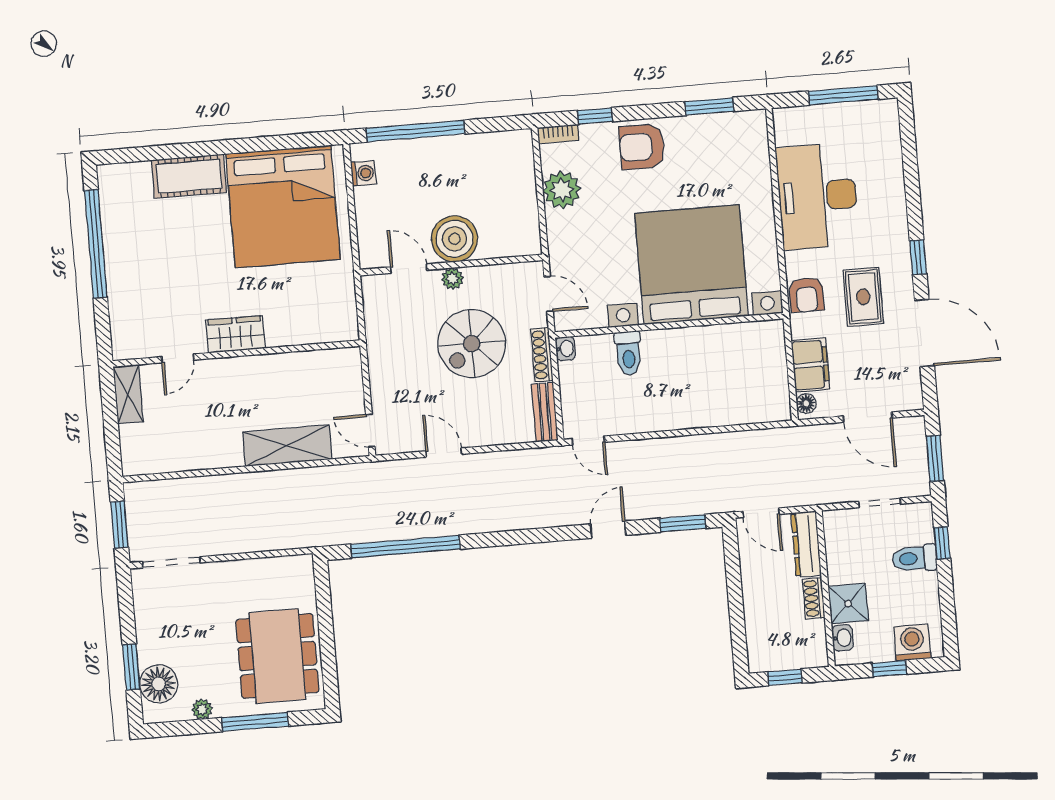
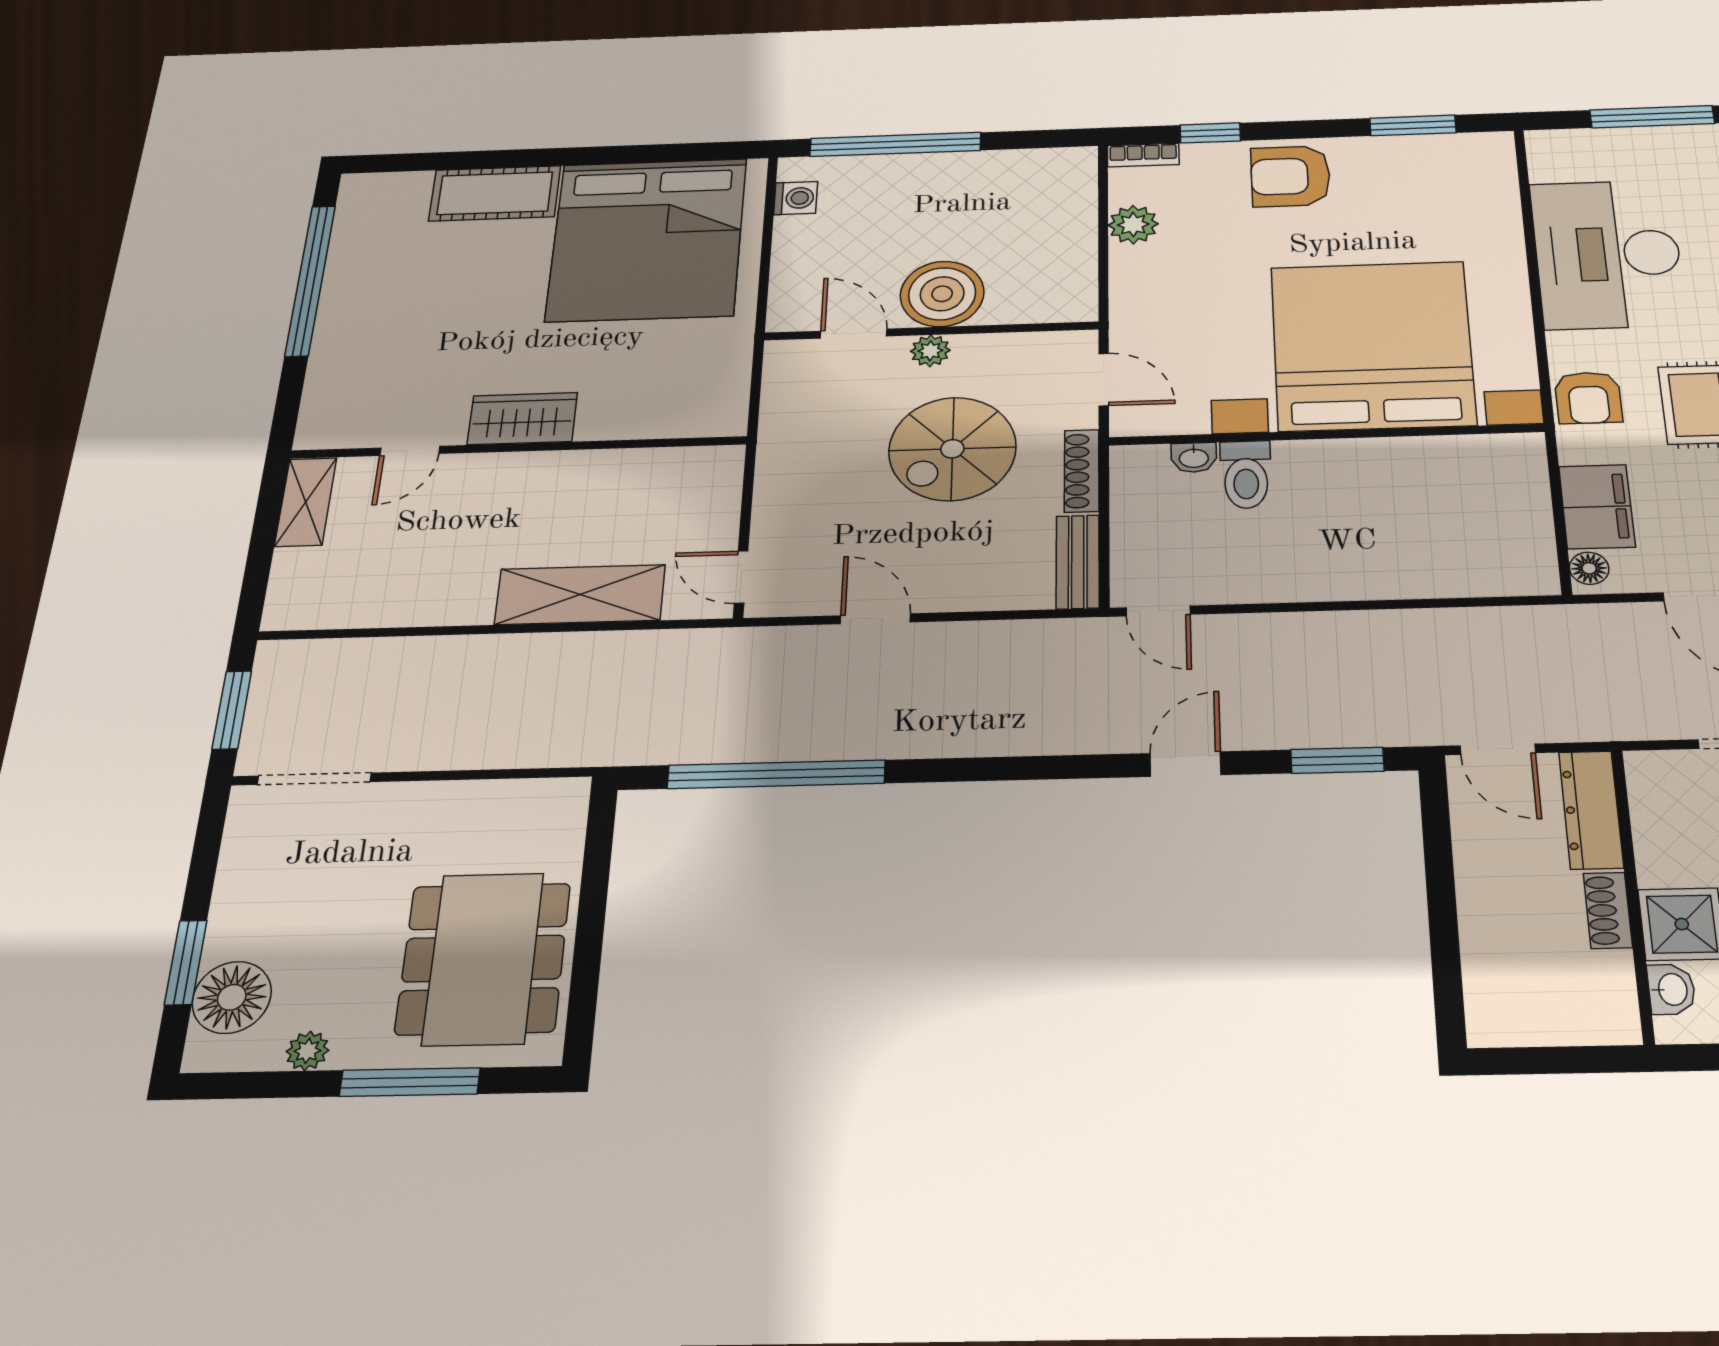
plant: (562, 190) -> (1133, 225), width x0.73, depth x0.73
washbasin: (565, 349) -> (1194, 457), moved, turned 90
window: (785, 677) -> (1547, 1060), removed

